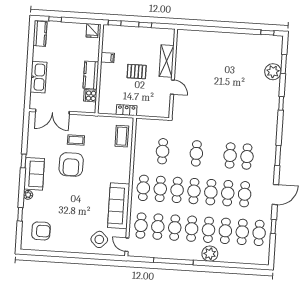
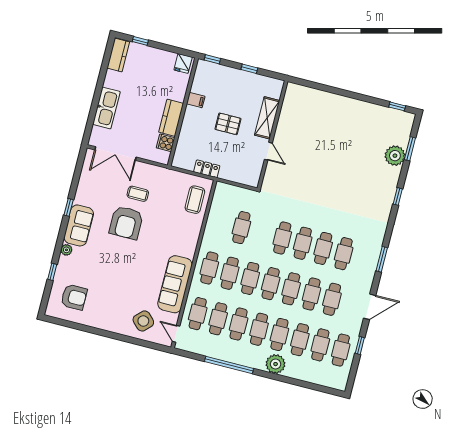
cafe table: (213, 154) -> (303, 243), added

